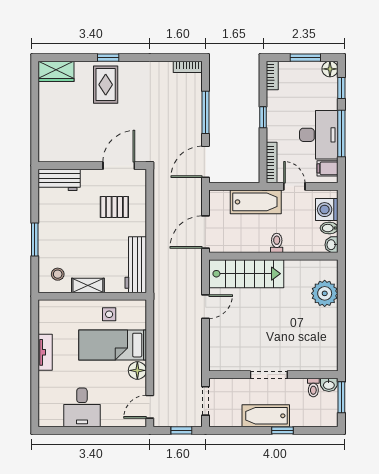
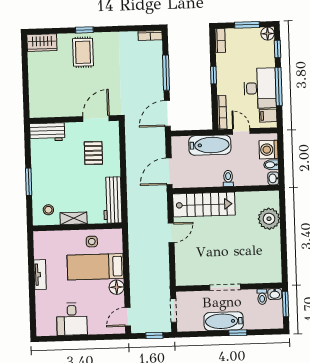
pallet: (114, 207) -> (93, 153), turned 90

